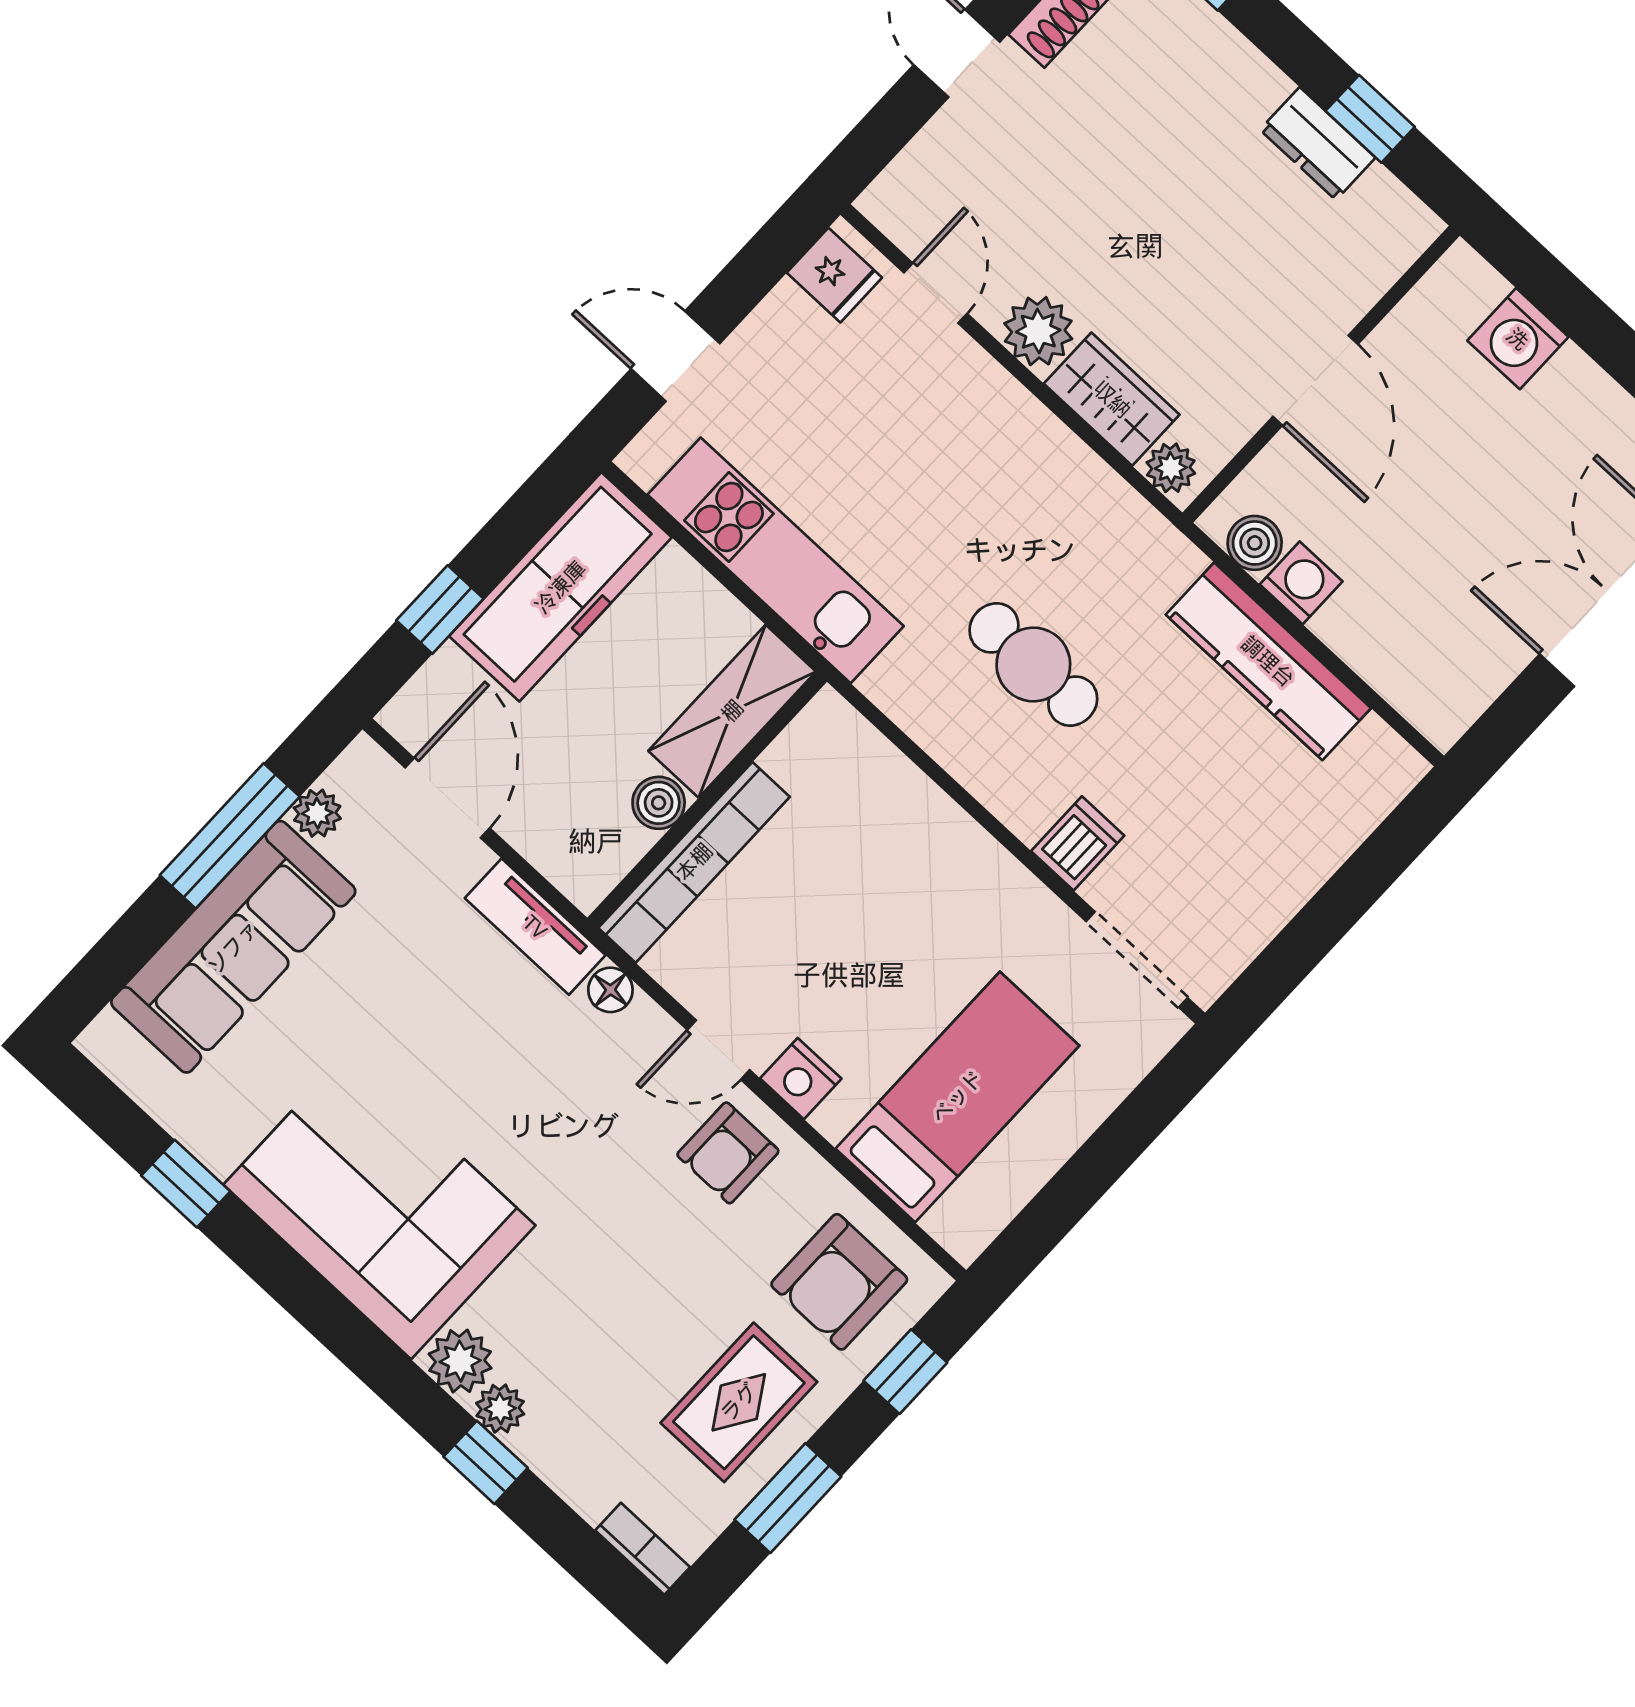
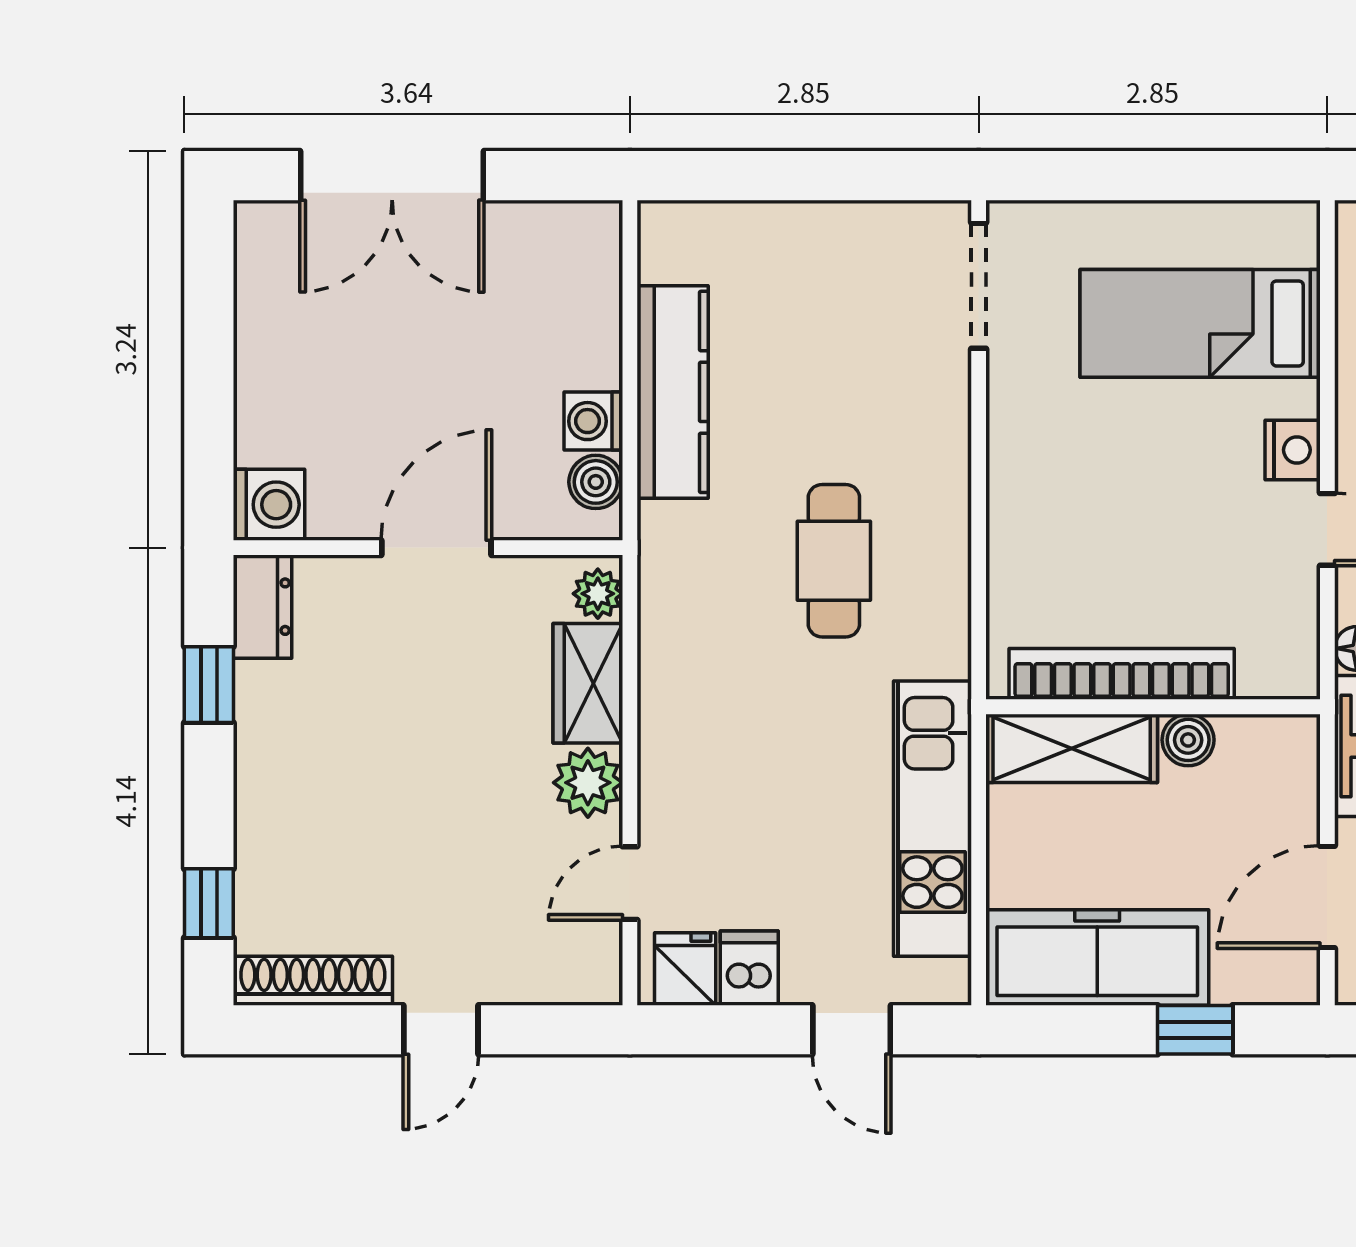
dresser: (1318, 144) -> (262, 607), moved
washing machine: (1518, 339) -> (269, 505), moved
dishwasher: (1078, 843) -> (749, 968), moved, turned 90
bookcase: (694, 862) -> (1122, 674), moved

